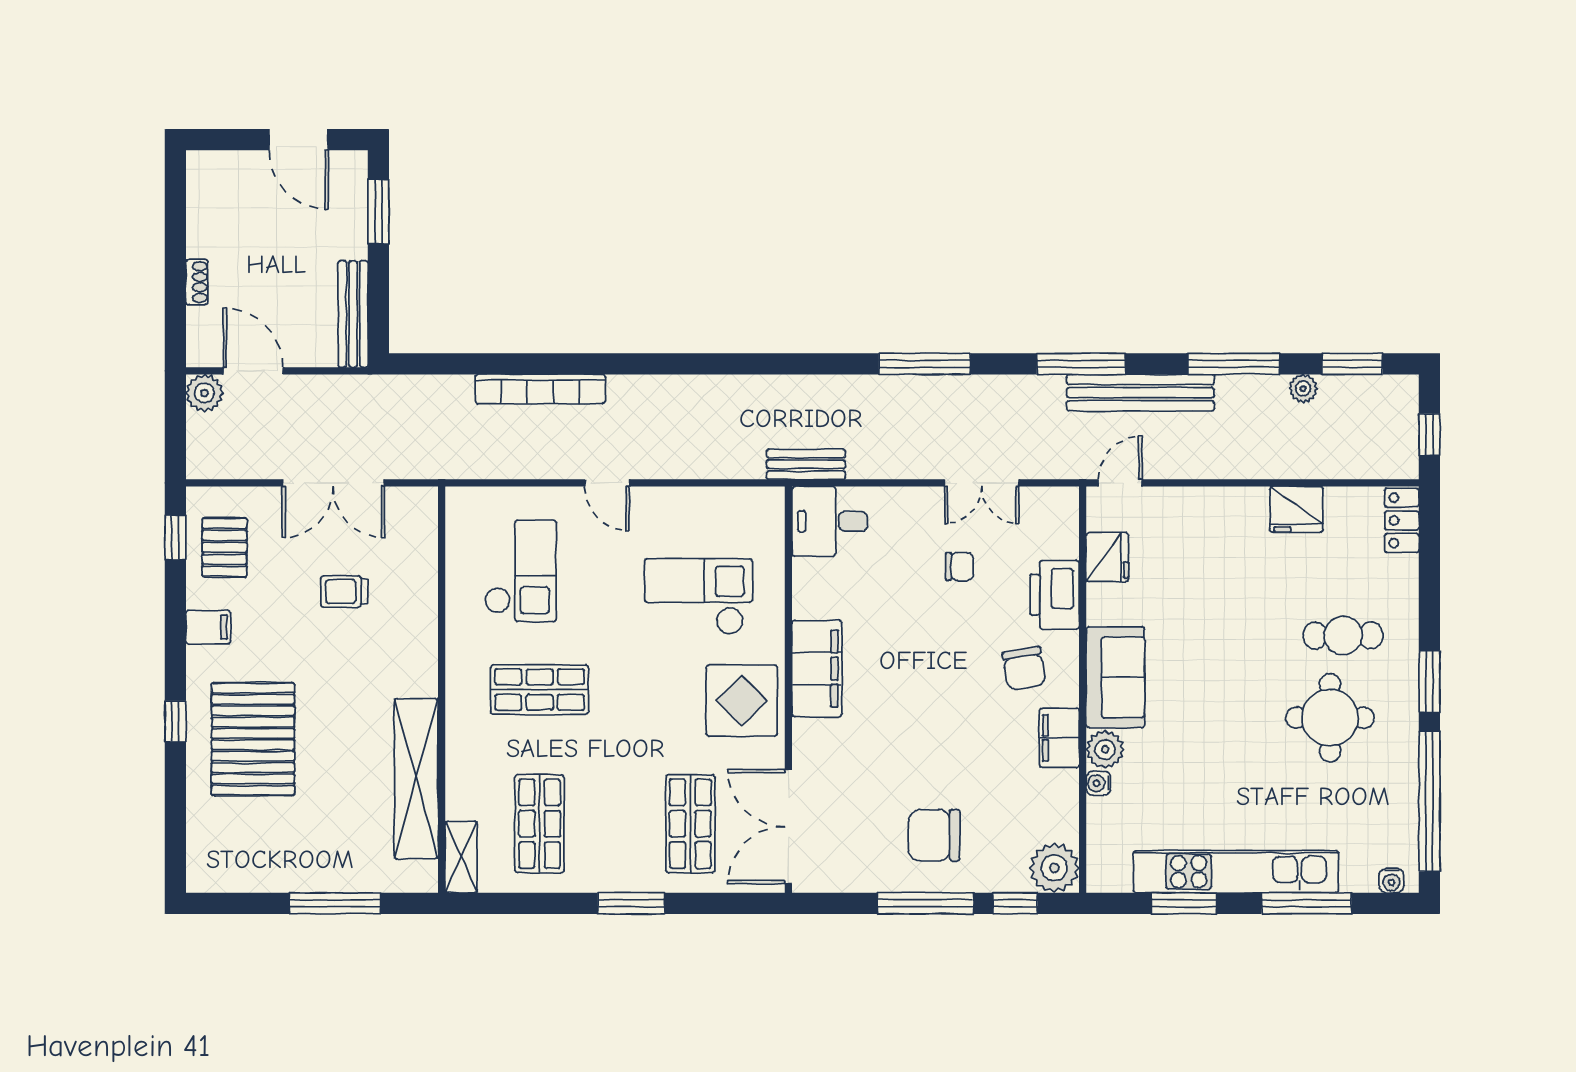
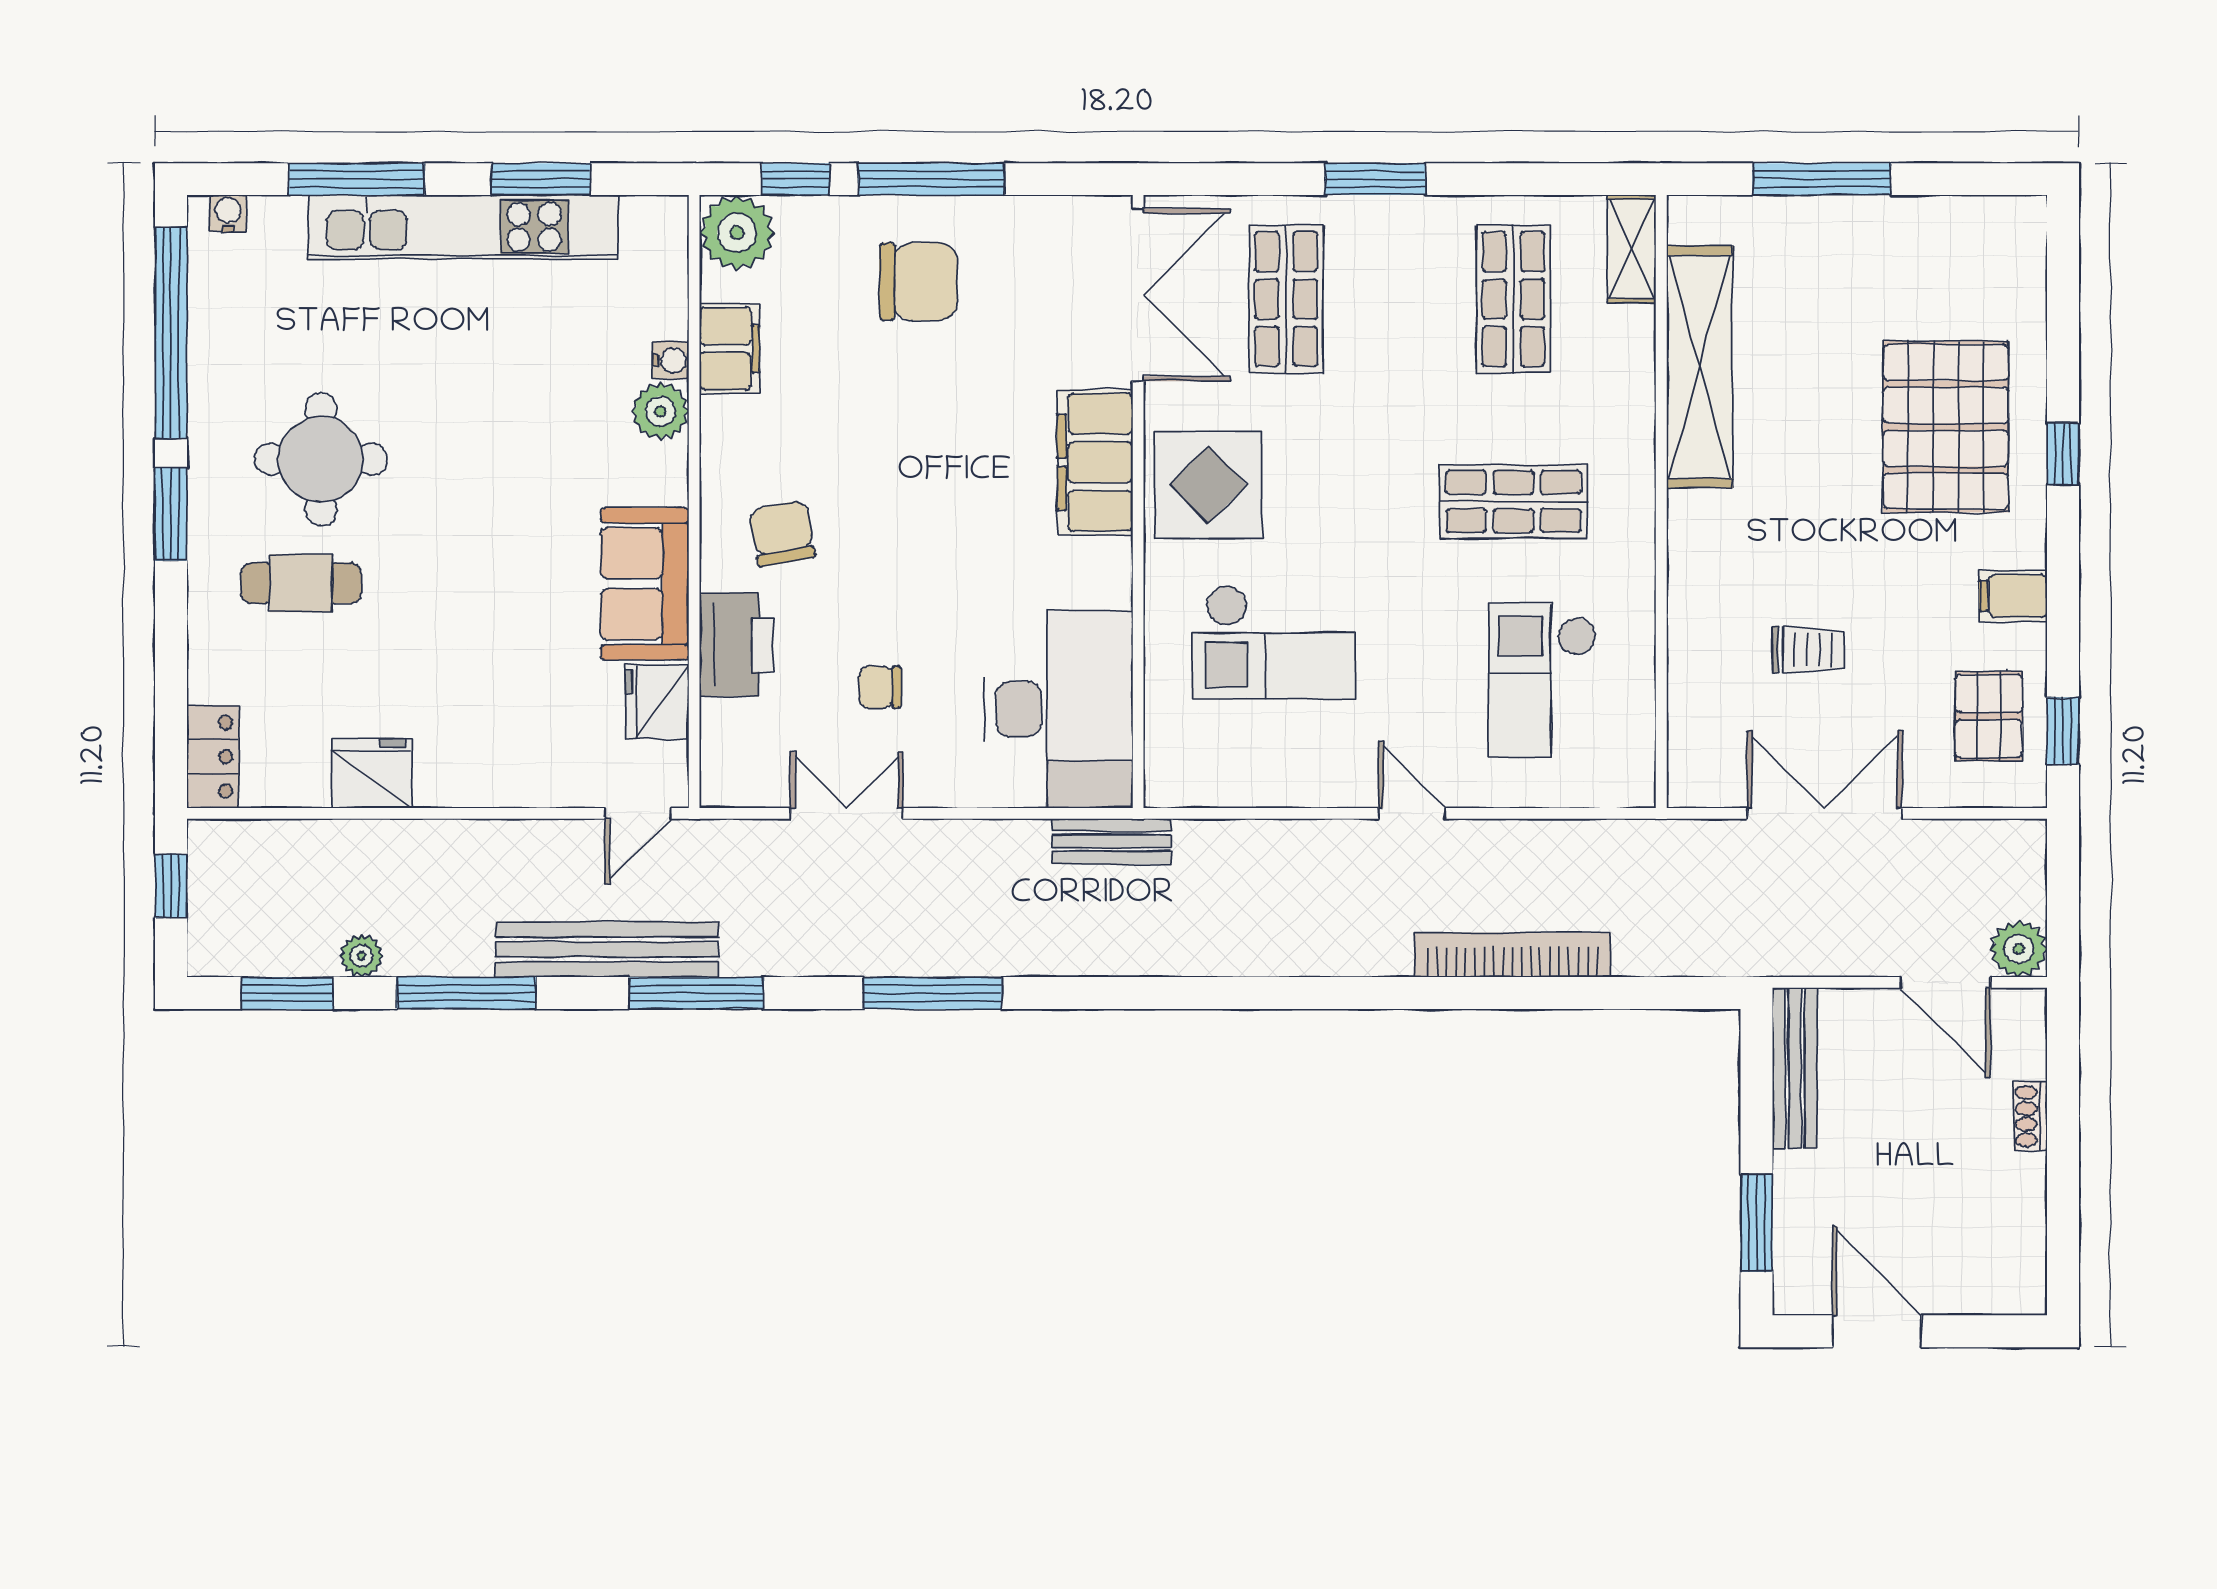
desk: (830, 521) -> (1059, 709), width x1.87, depth x1.30
filing cabinet: (817, 669) -> (1095, 462), moved
sofa: (1115, 677) -> (645, 584), moved
filing cabinet: (1059, 738) -> (729, 349), moved

